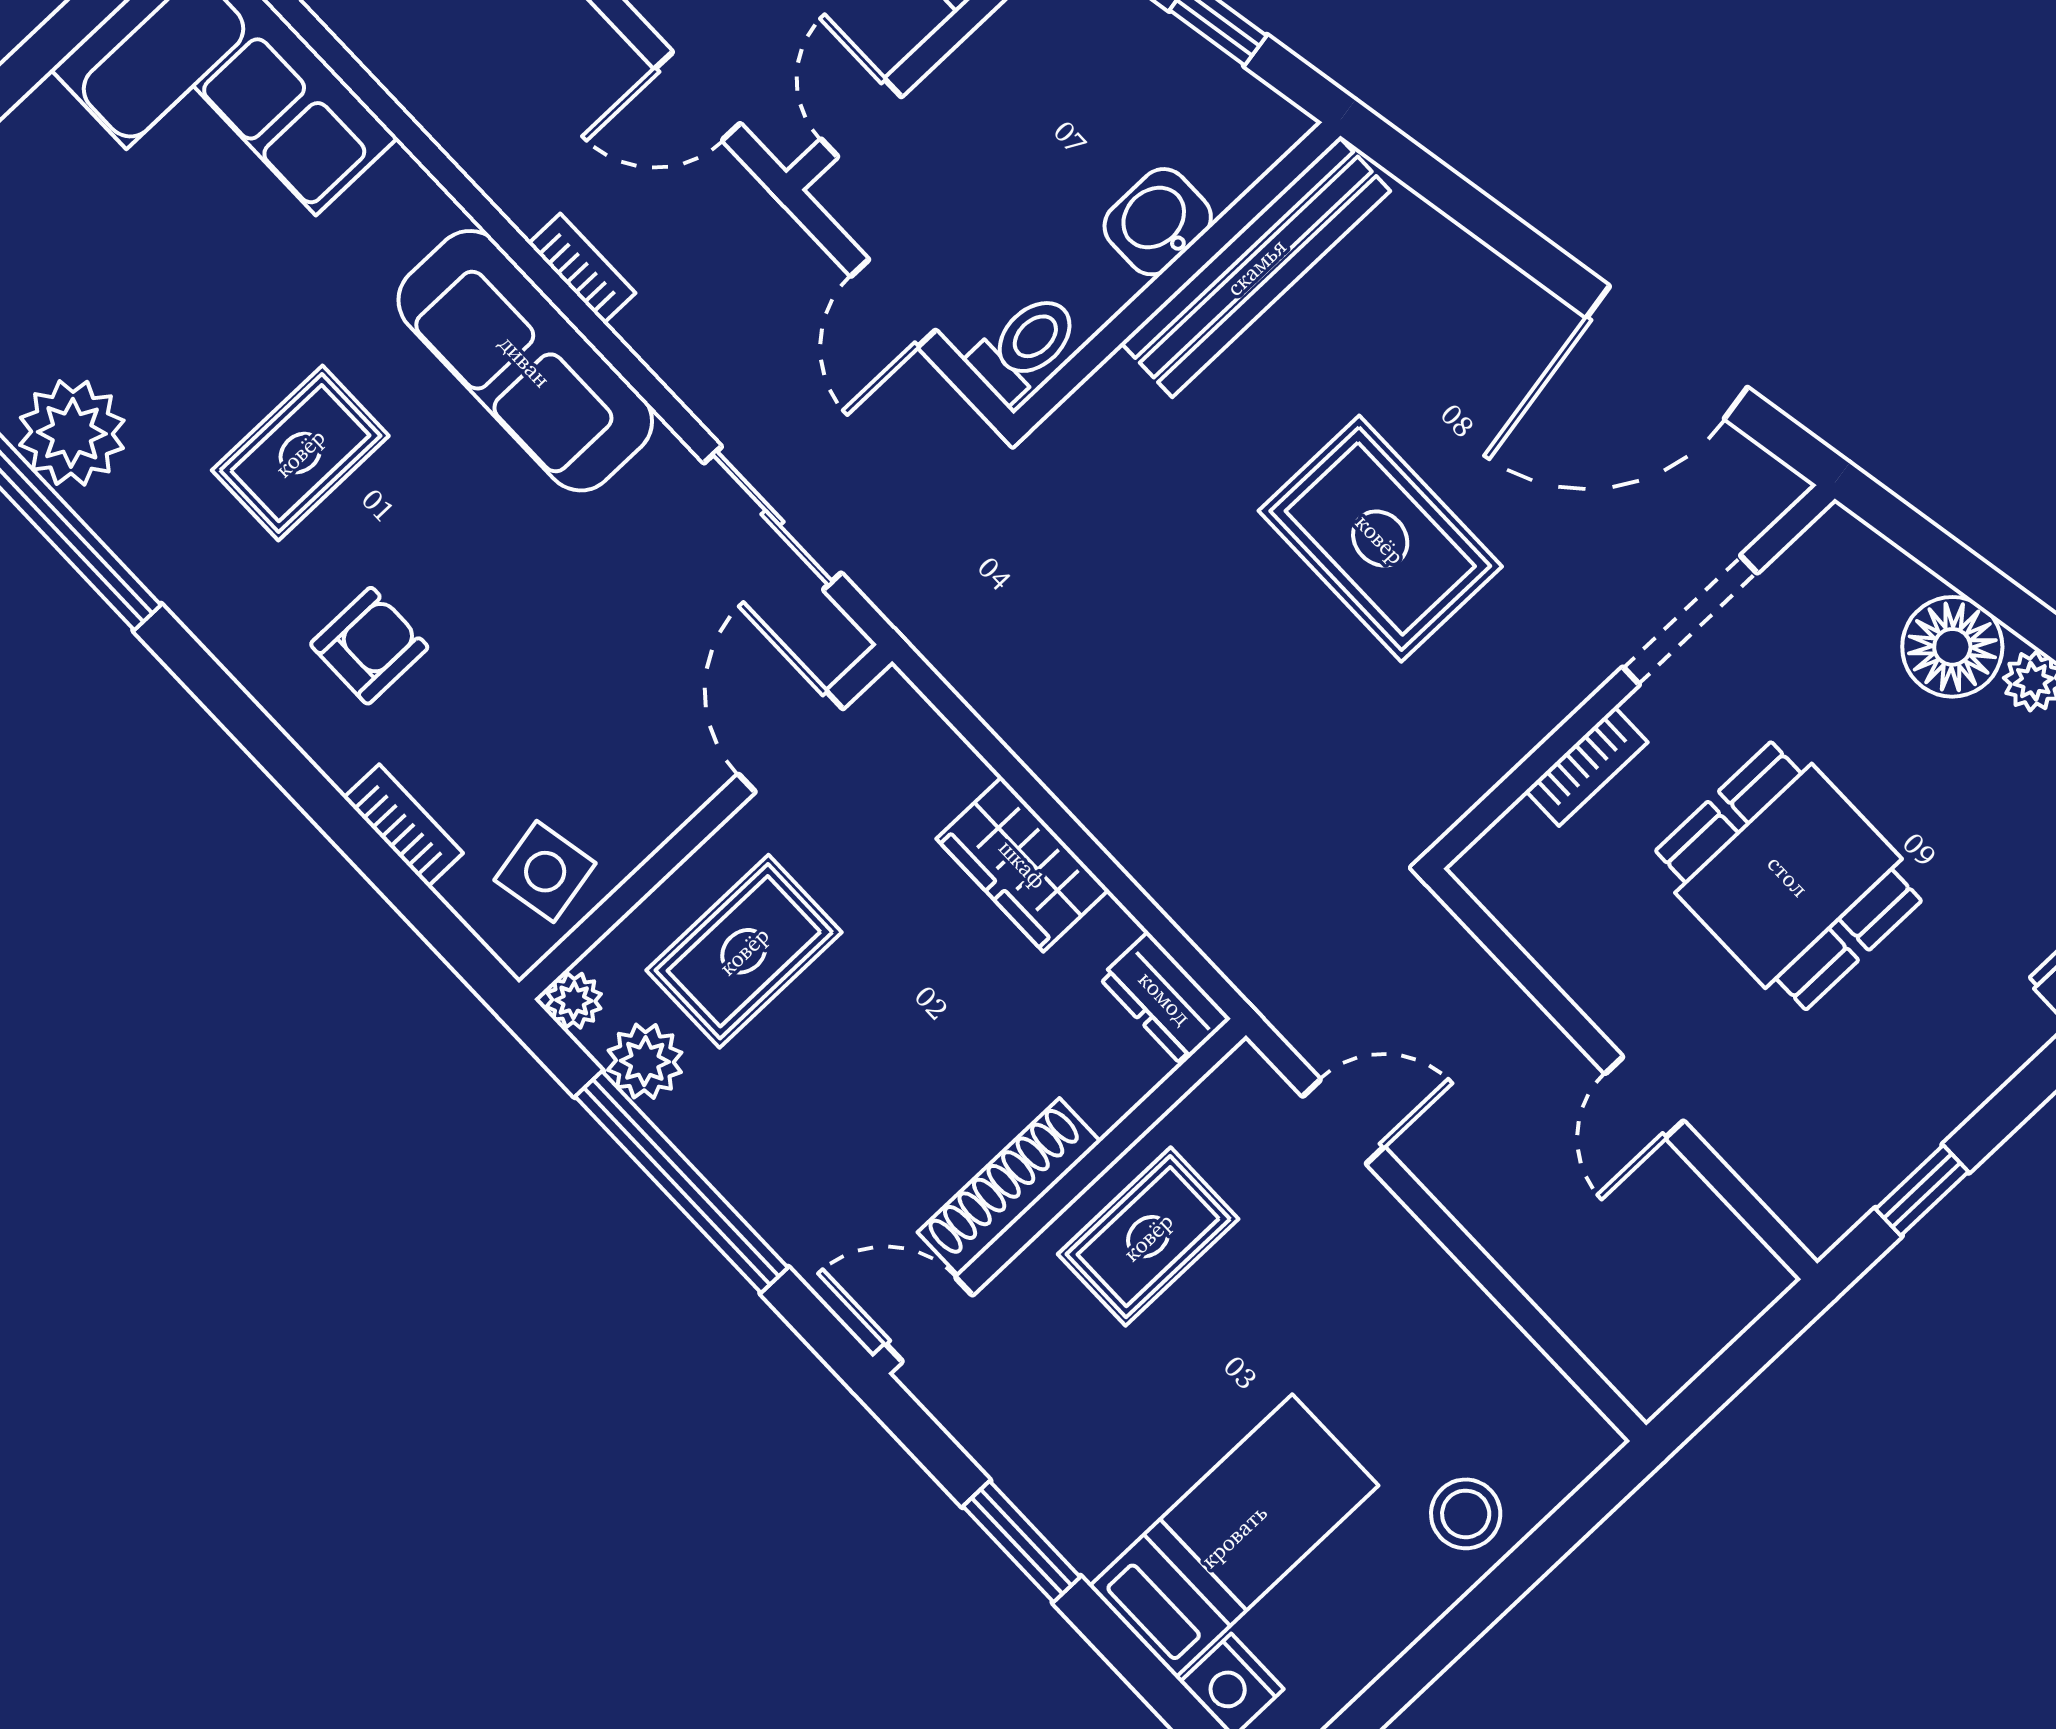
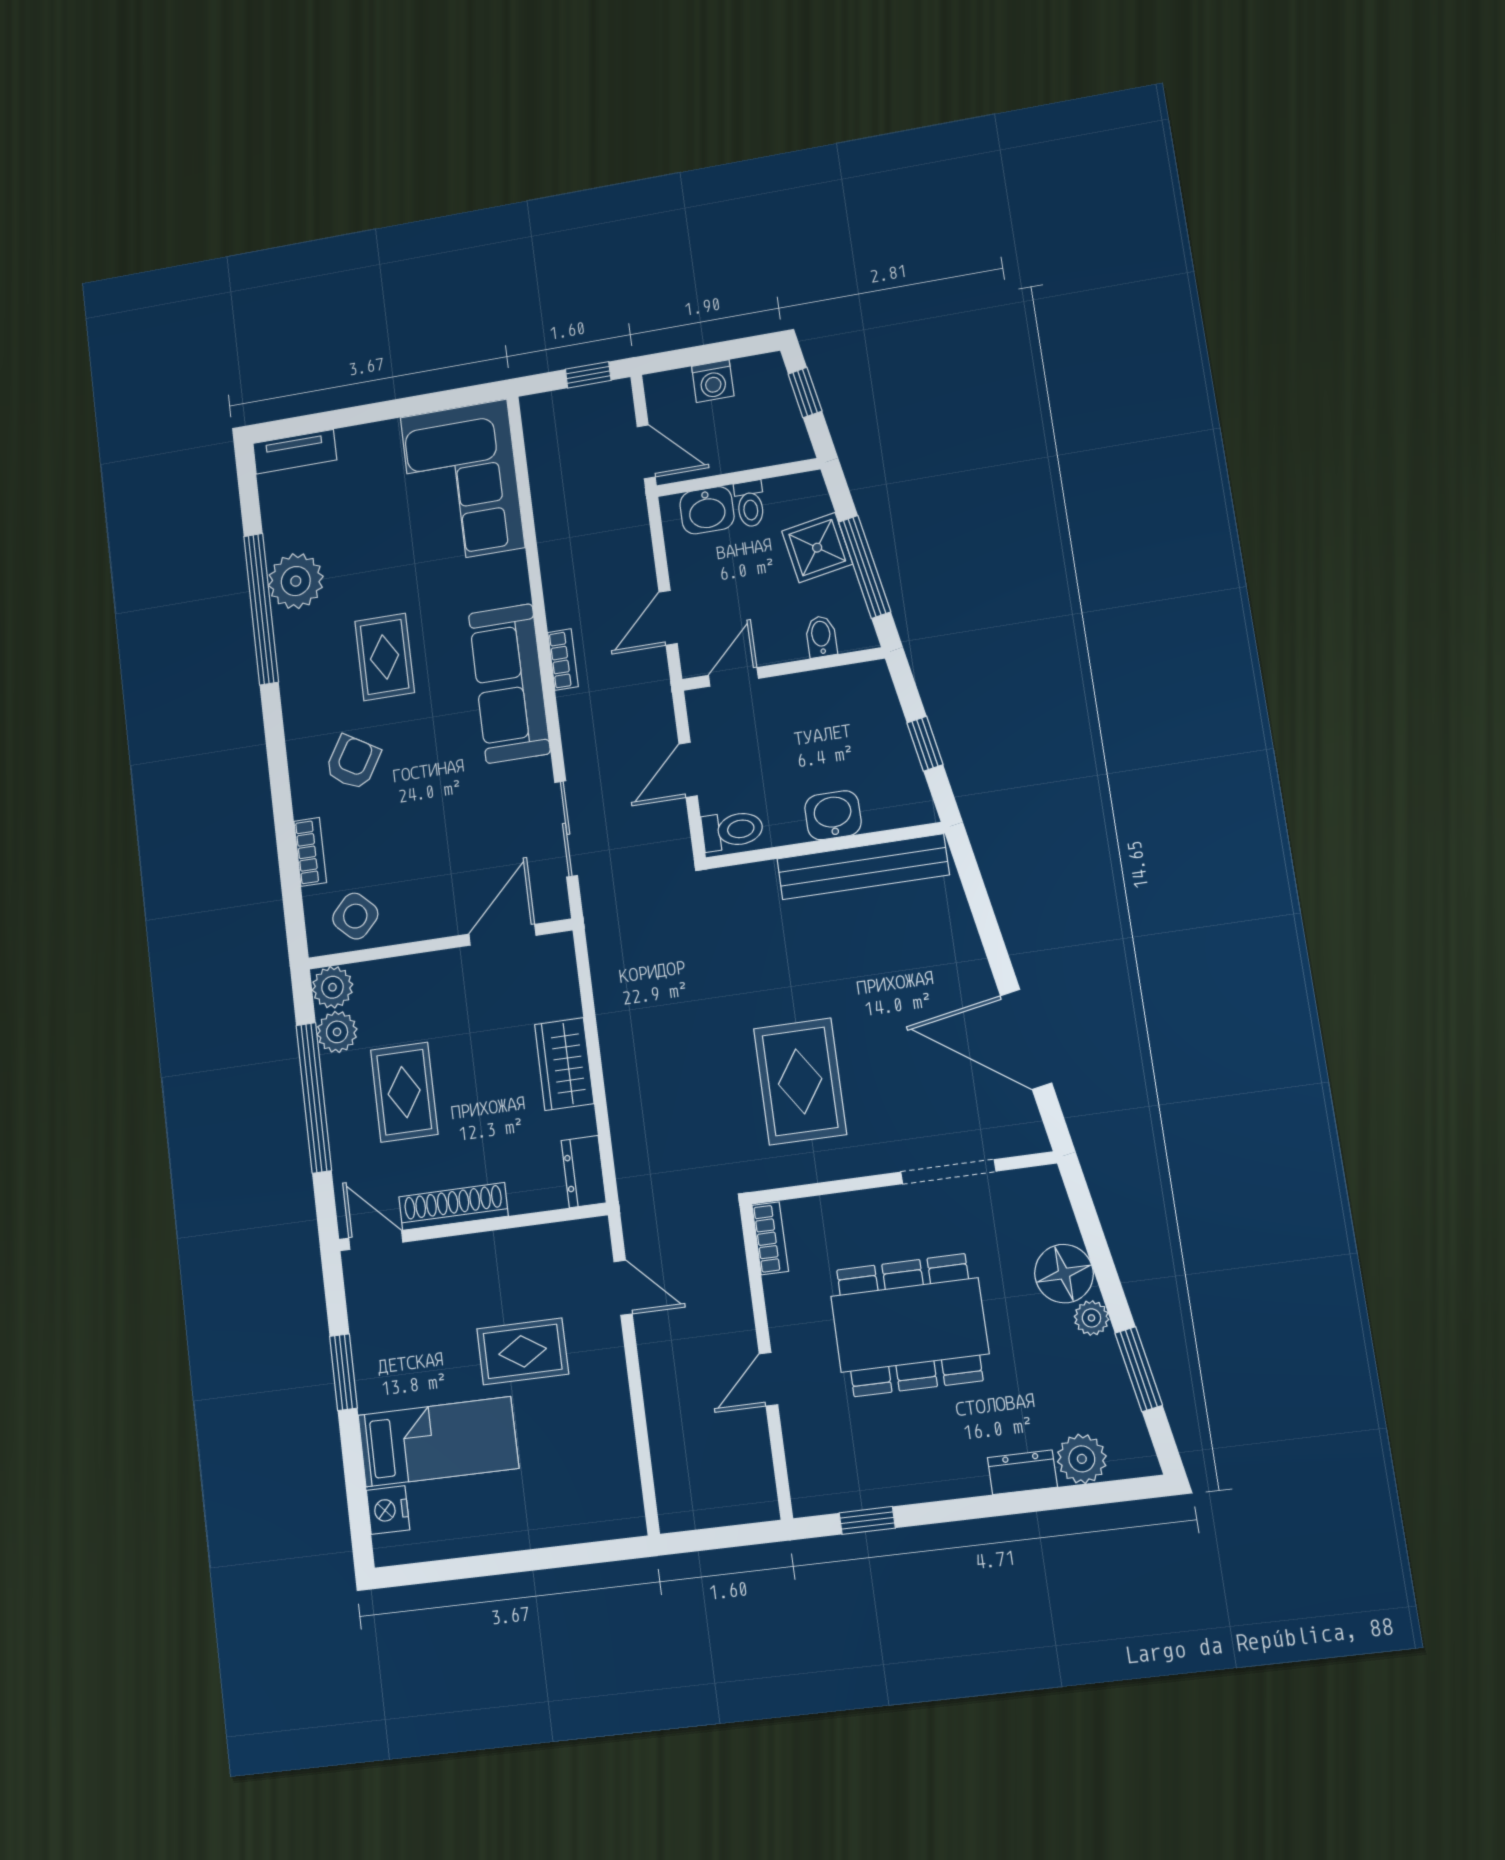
door: (697, 96) -> (668, 618), hinge flipped
rug: (300, 453) -> (385, 657), turned 90
rug: (1380, 539) -> (800, 1081), moved
armchair: (369, 646) -> (353, 762), turned -59
bookcase: (1587, 766) -> (770, 1238), moved, turned -90
side table: (545, 872) -> (355, 916), turned -35
dining table: (1788, 876) -> (910, 1325), width x1.38
rug: (744, 951) -> (404, 1092), moved, turned 90
plant: (574, 1000) -> (332, 987), width x1.38, depth x1.38
rug: (1148, 1237) -> (523, 1351), moved
stool: (1466, 1514) -> (549, 1512), removed

